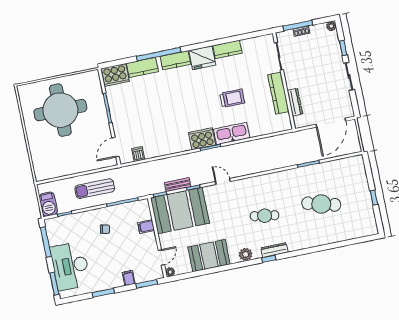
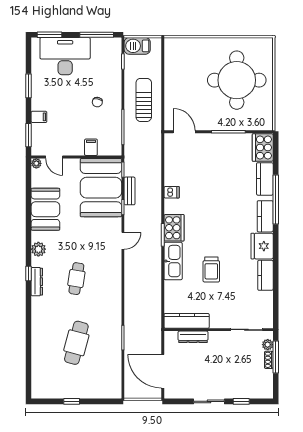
plant: (331, 26) -> (268, 345), moved
kitchen counter: (278, 93) -> (187, 321), moved
dishwasher: (138, 154) -> (172, 192), moved

